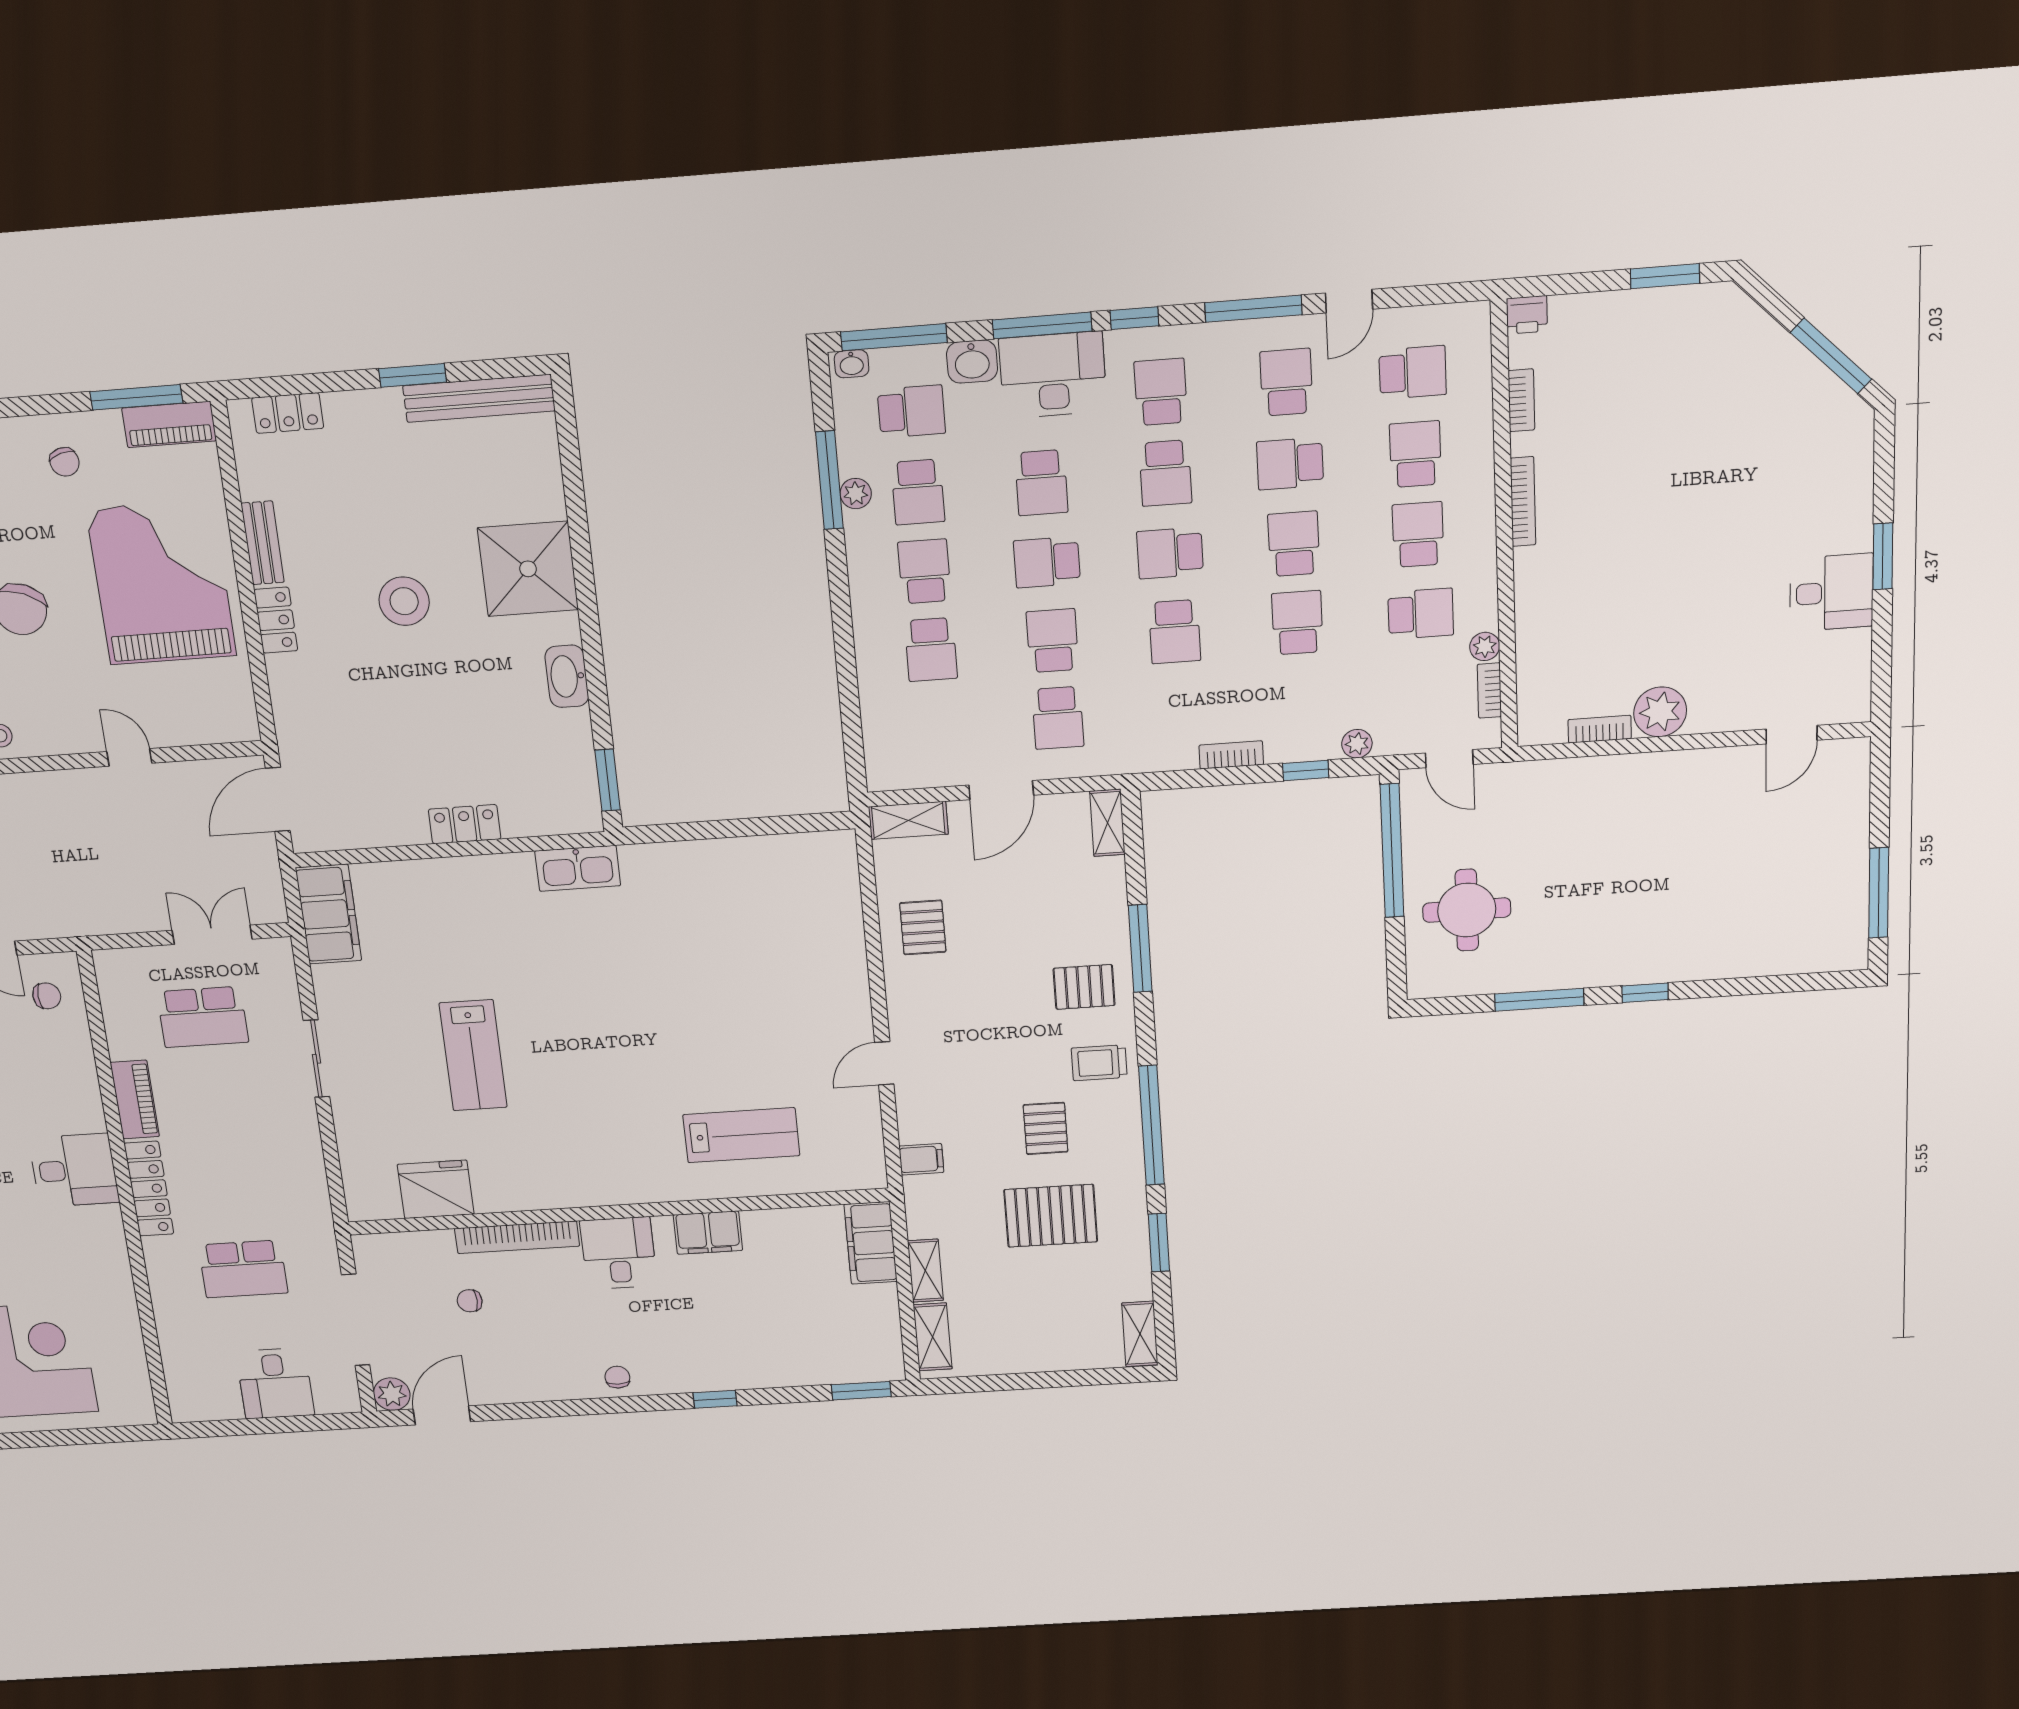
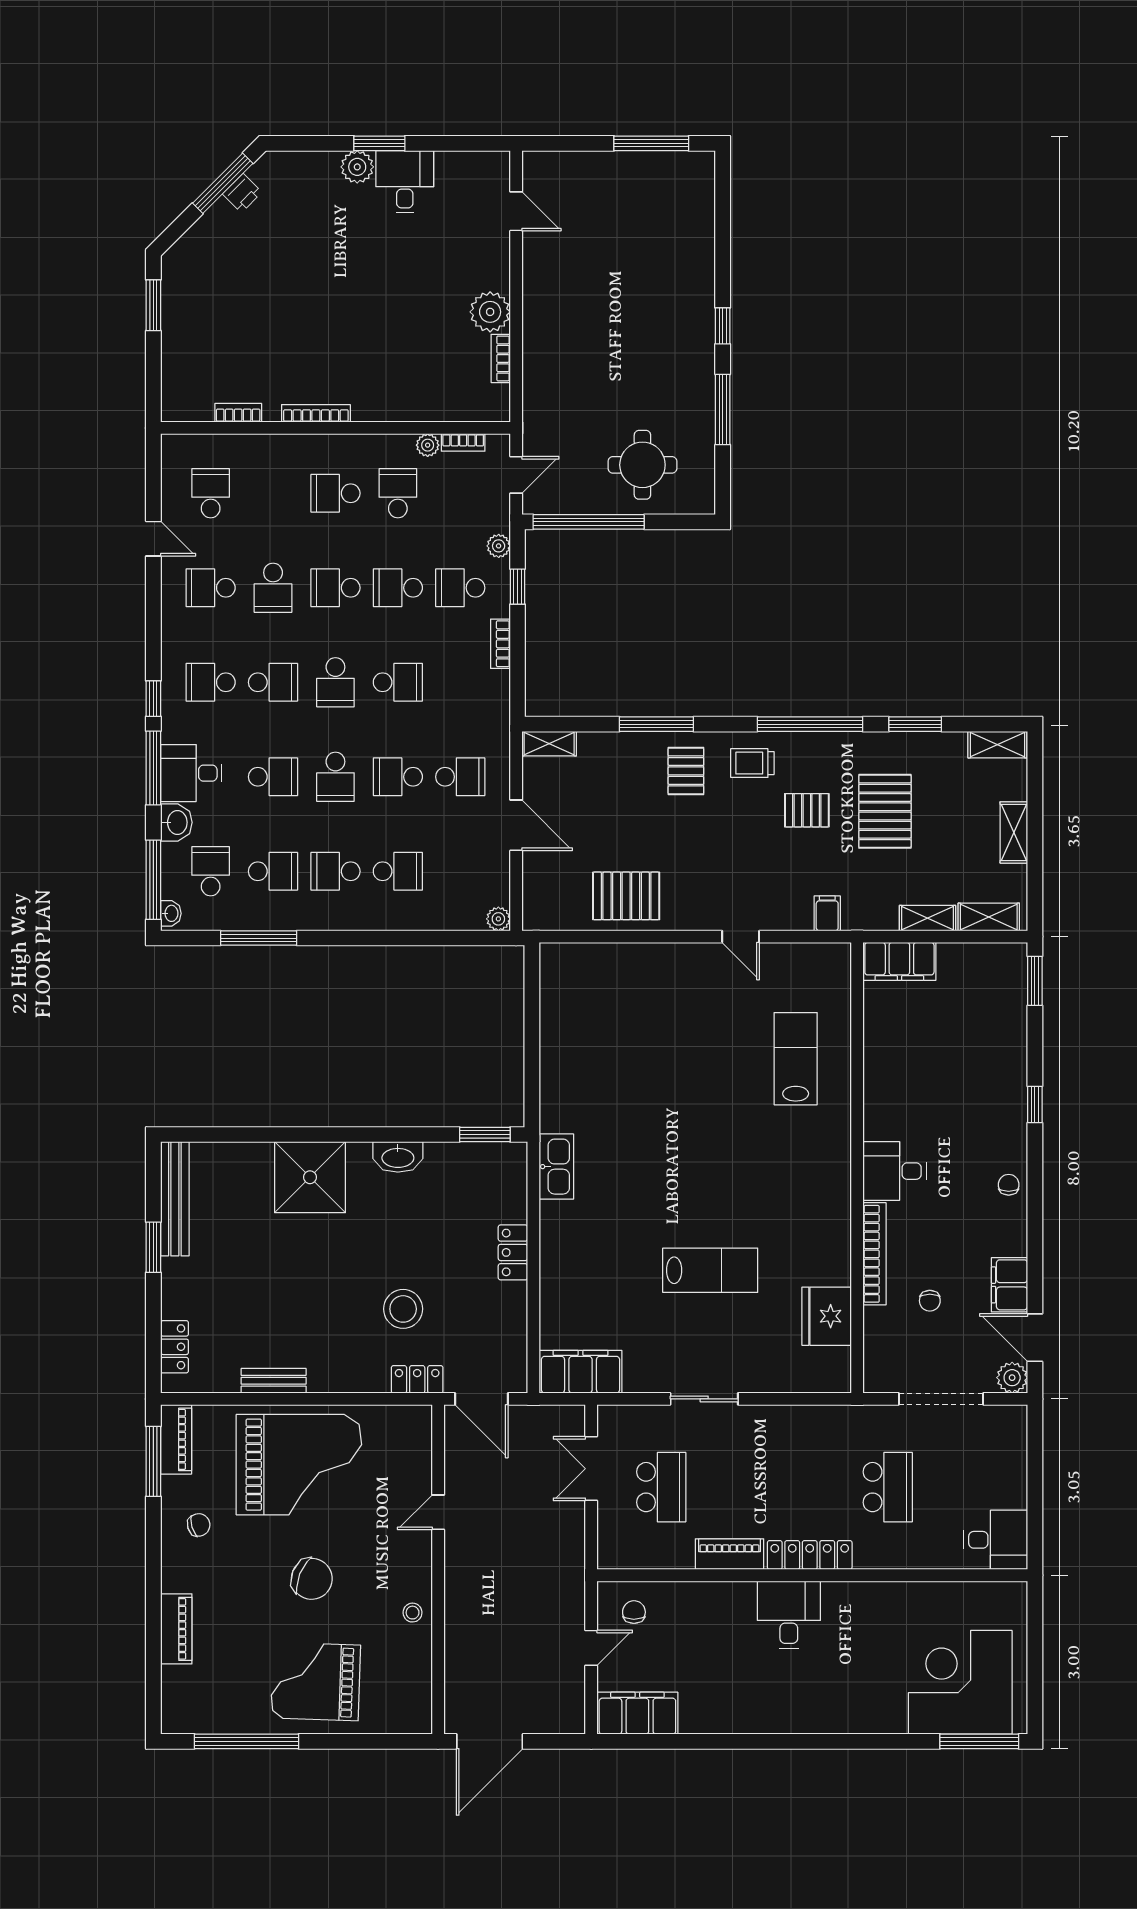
window: (1253, 309) -> (153, 610), removed
printer: (1527, 315) -> (242, 193), moved, turned 45
desk: (1053, 375) -> (191, 773), width x0.73
school desk: (1415, 454) -> (460, 588), moved
plant: (856, 494) -> (498, 919), moved
plant: (1852, 530) -> (357, 167), added
grand piano: (161, 583) -> (299, 1465), turned 180
stool: (404, 601) -> (403, 1309), moved
locker: (276, 620) -> (417, 1379), moved
shelving: (908, 820) -> (1014, 832), moved
pallet: (923, 927) -> (626, 896), width x1.50, depth x1.42
trolley: (1099, 1063) -> (752, 763), turned 90
filing cabinet: (708, 1233) -> (1009, 1285), moved, turned 180
chair: (617, 1377) -> (1009, 1185), turned 90
desk: (275, 1383) -> (996, 1540), moved

